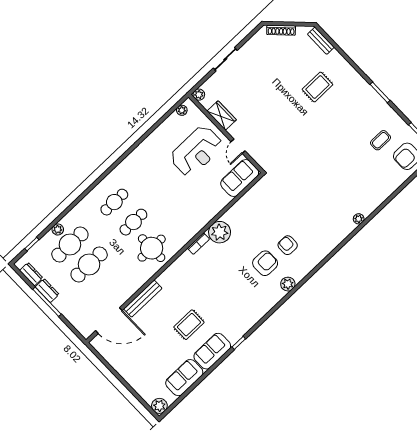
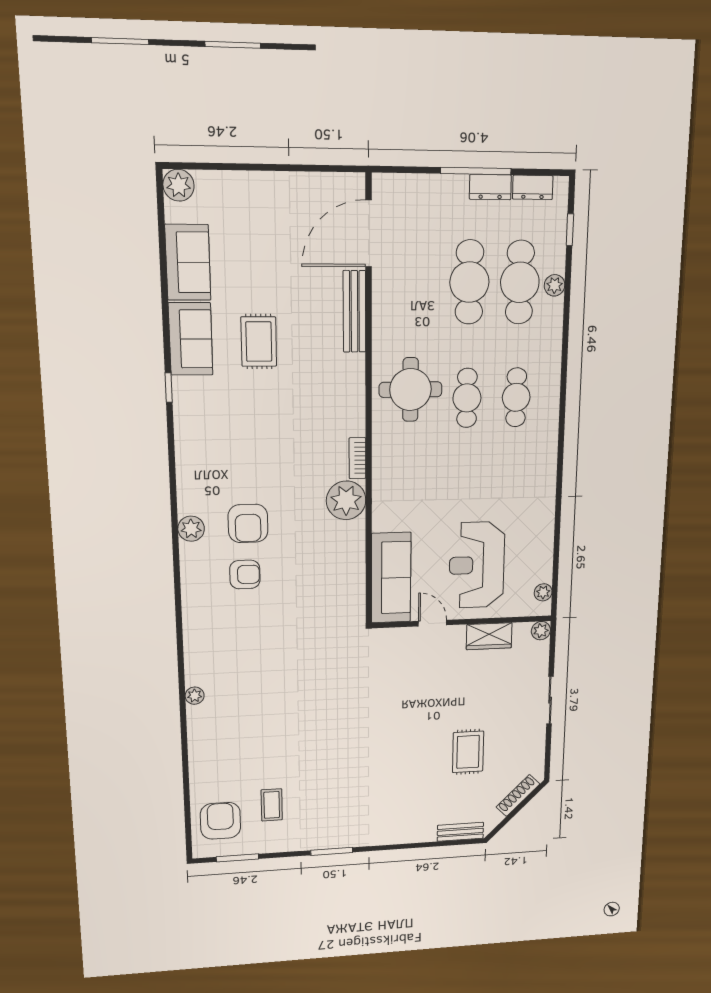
rug: (317, 87) -> (468, 752), moved
sofa: (240, 178) -> (391, 578), width x1.36

